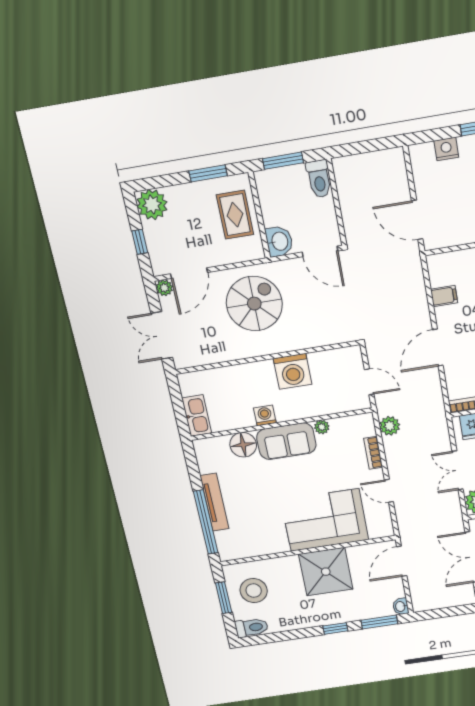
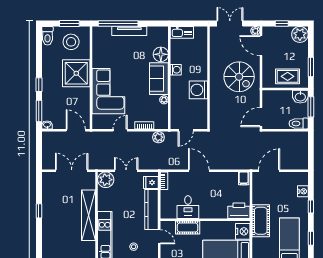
washbasin: (279, 241) -> (300, 97), moved
filing cabinet: (444, 296) -> (244, 178), moved
shower: (326, 572) -> (76, 73), moved

